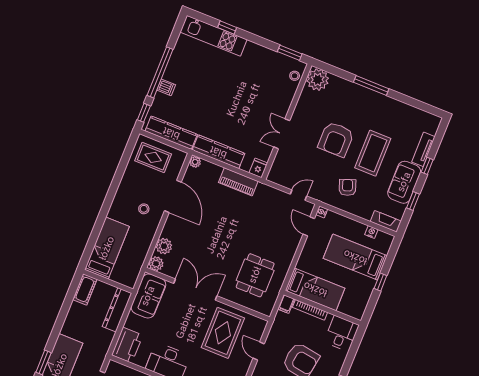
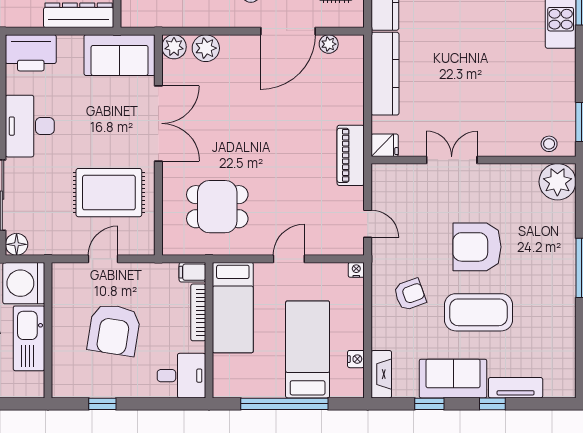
plant: (195, 162) -> (329, 44), moved
piano: (238, 182) -> (351, 155), moved
door: (309, 226) -> (289, 259), moved
window: (380, 282) -> (284, 404), width x3.17

